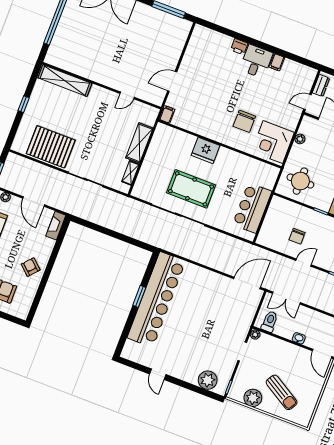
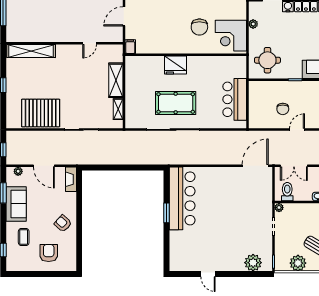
bar counter: (156, 299) -> (182, 198), width x0.73

